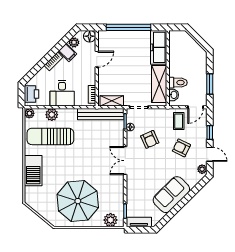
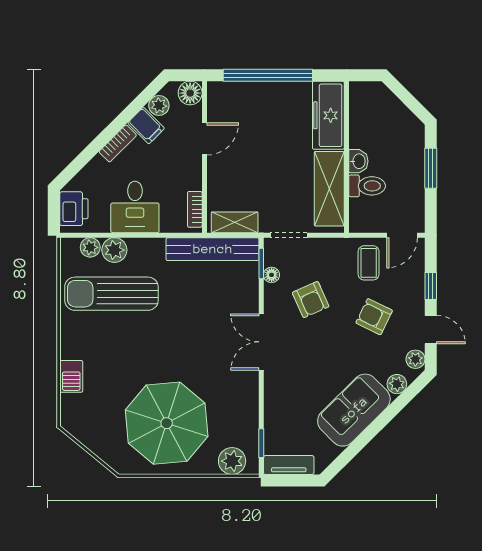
window: (210, 84) -> (431, 168), moved
washbasin: (174, 95) -> (358, 161), moved
plant: (29, 113) -> (90, 247), moved
barbecue: (33, 171) -> (71, 376), width x0.53, depth x0.65
plant: (193, 182) -> (397, 384), added

